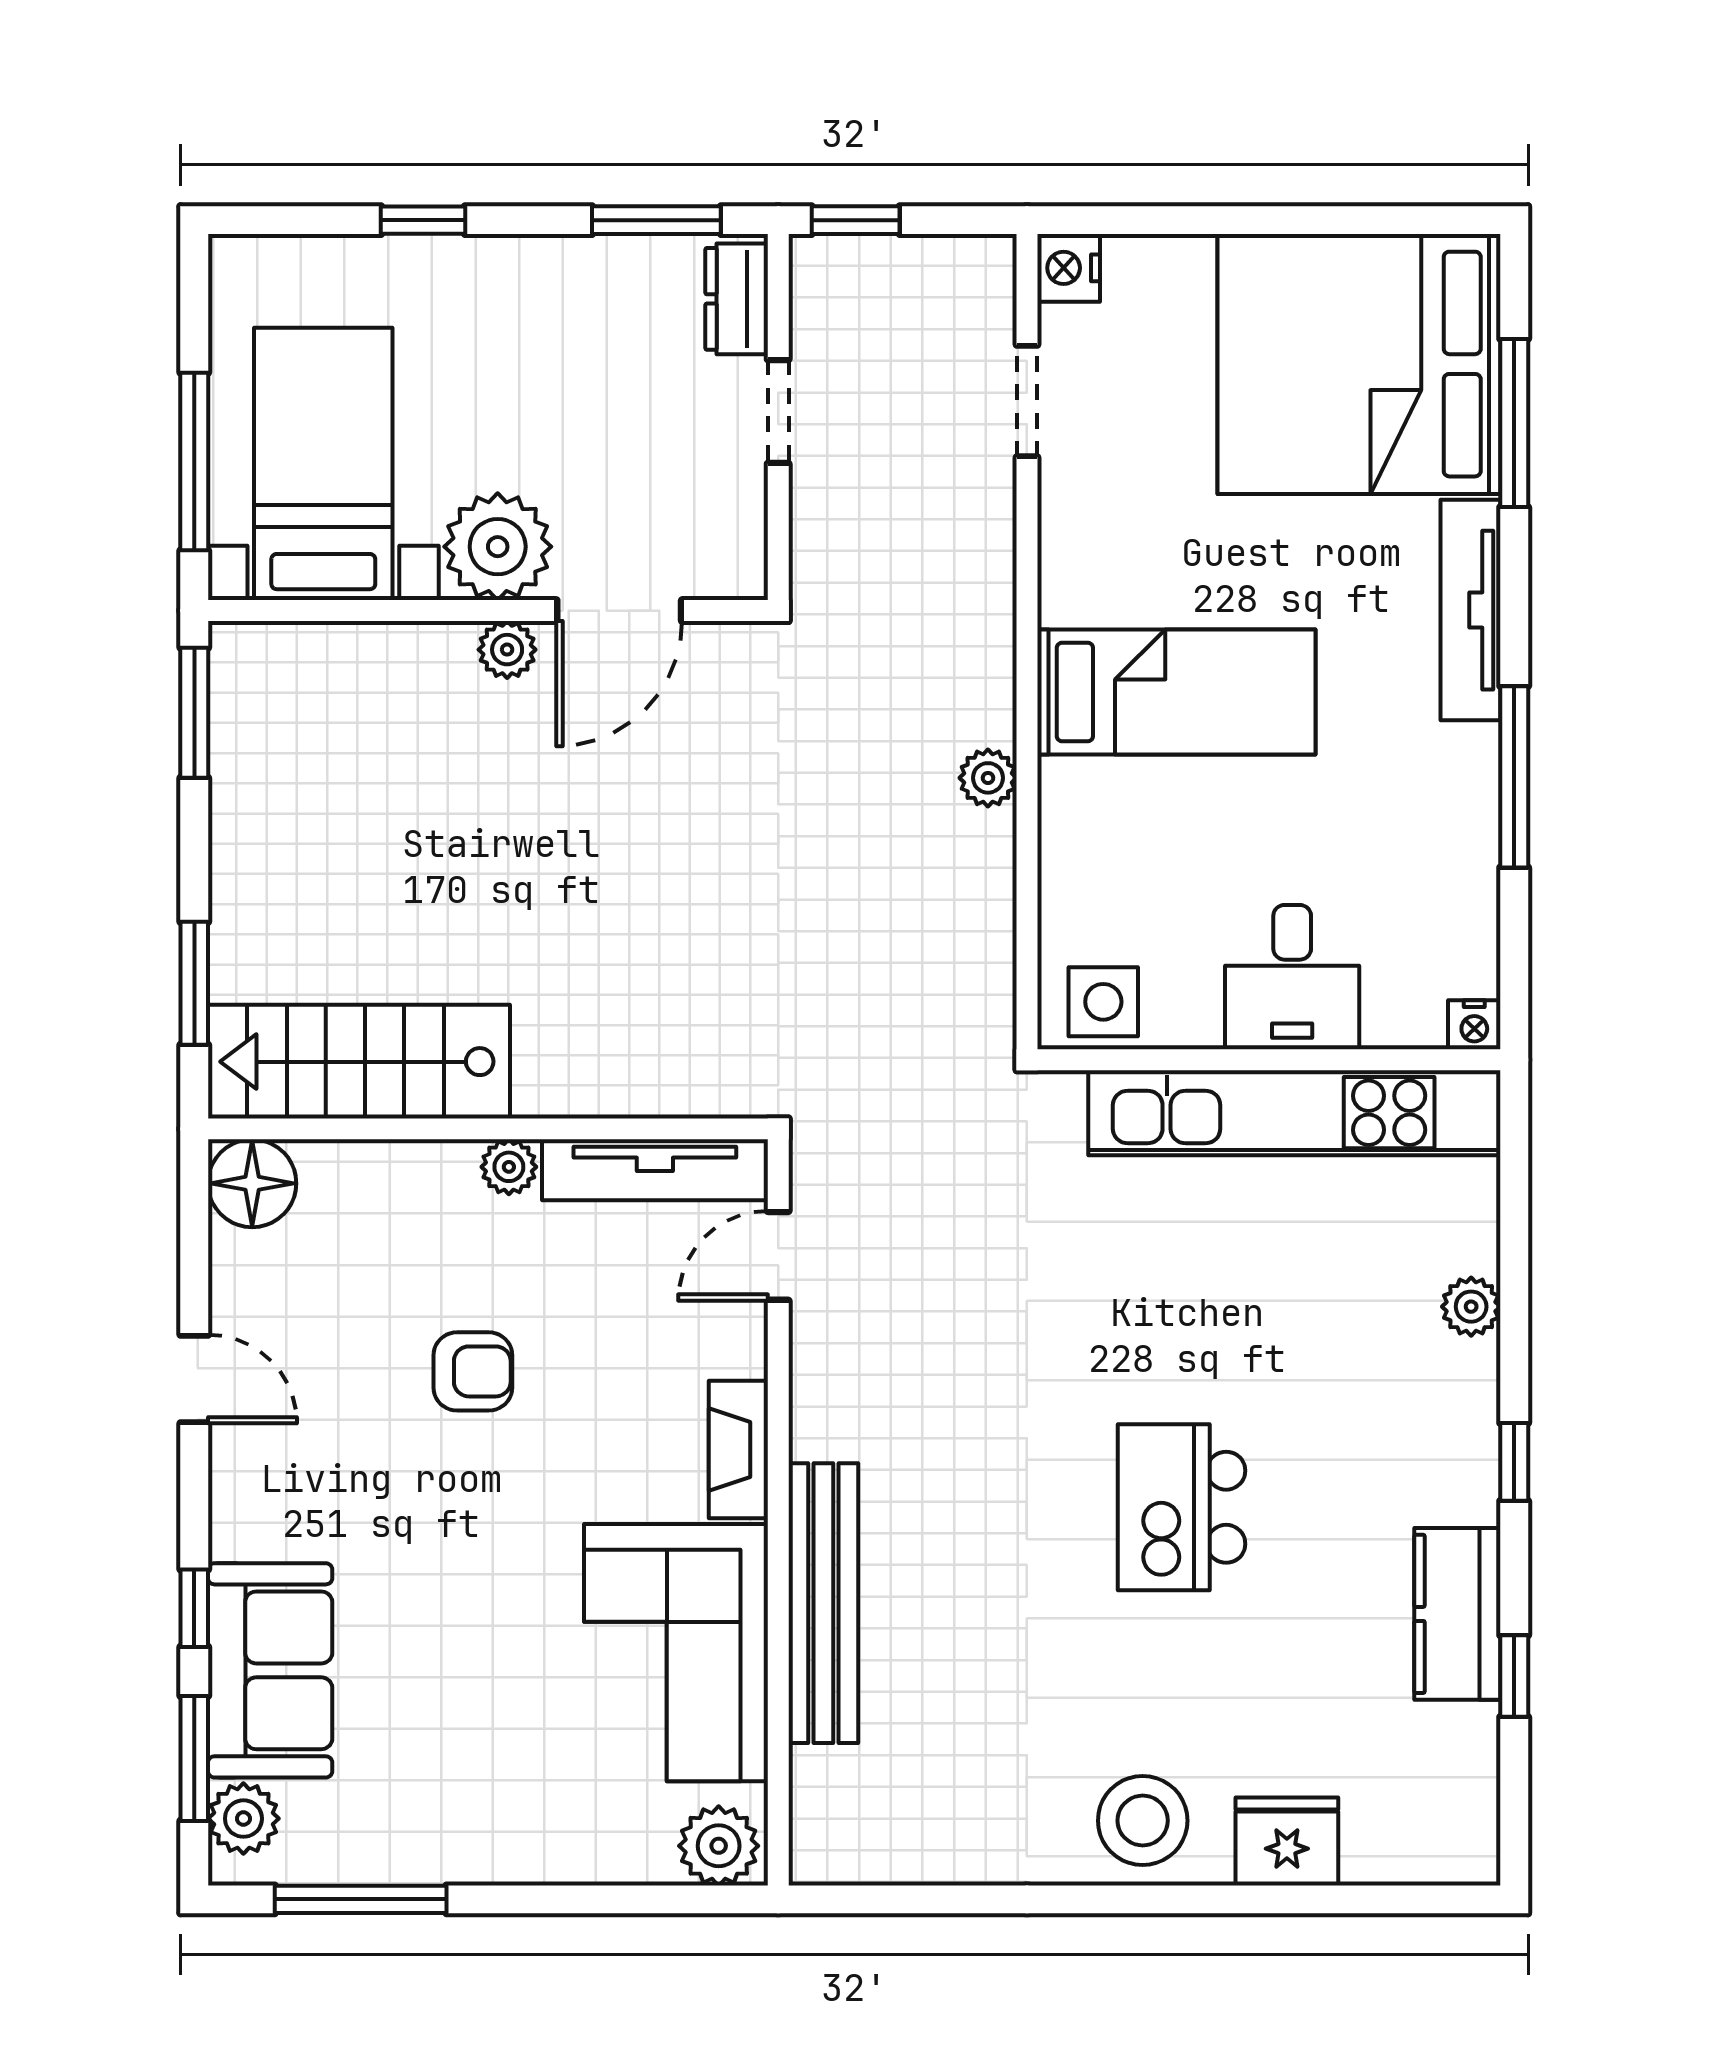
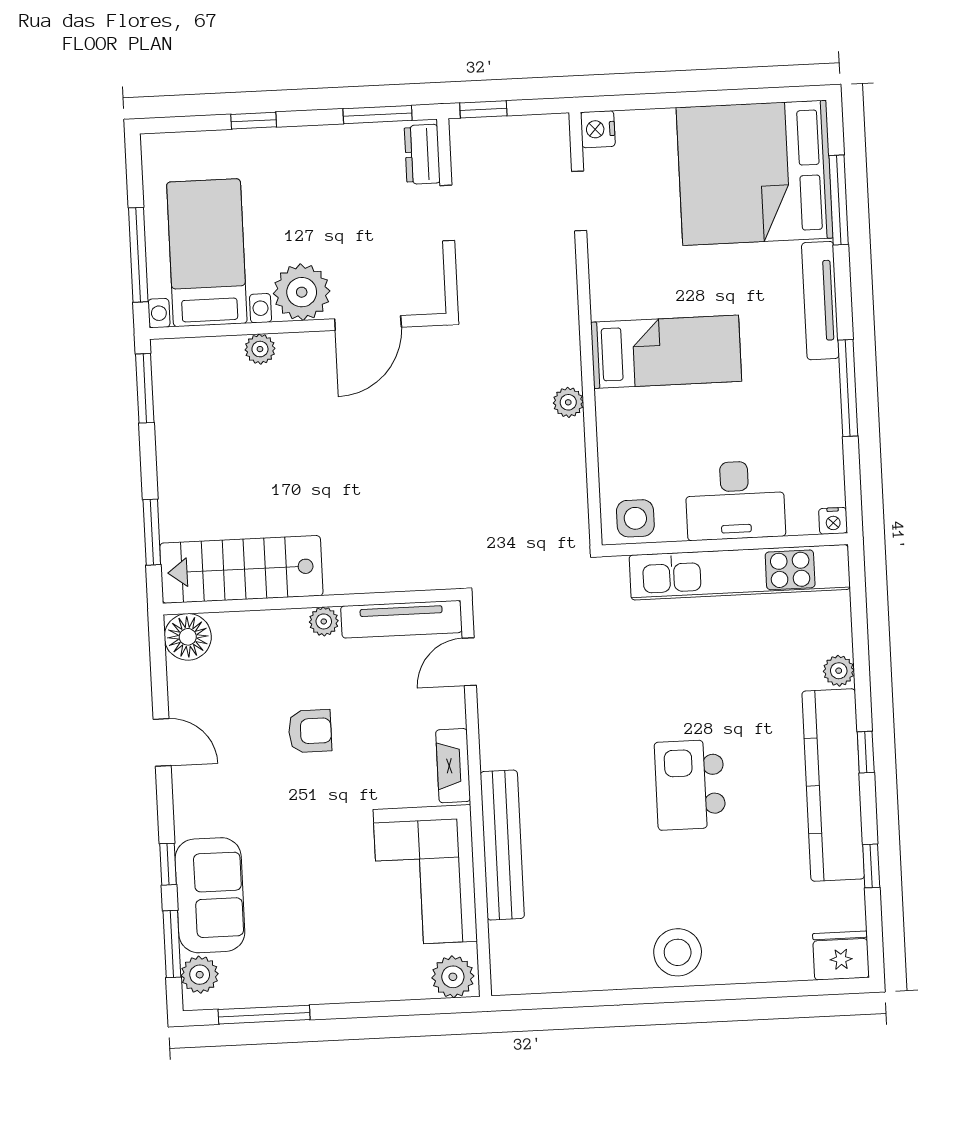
plant: (507, 650) -> (260, 349), moved
desk: (1292, 977) -> (735, 500), width x1.37
kitchen counter: (1457, 1614) -> (833, 785), width x2.08, depth x1.17
fridge: (1287, 1841) -> (841, 955), moved

